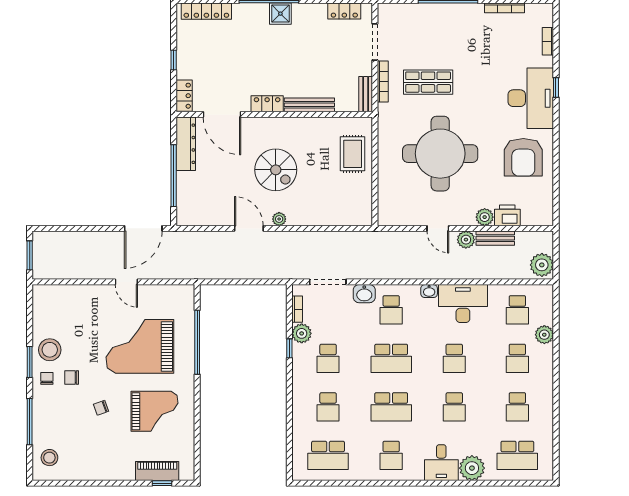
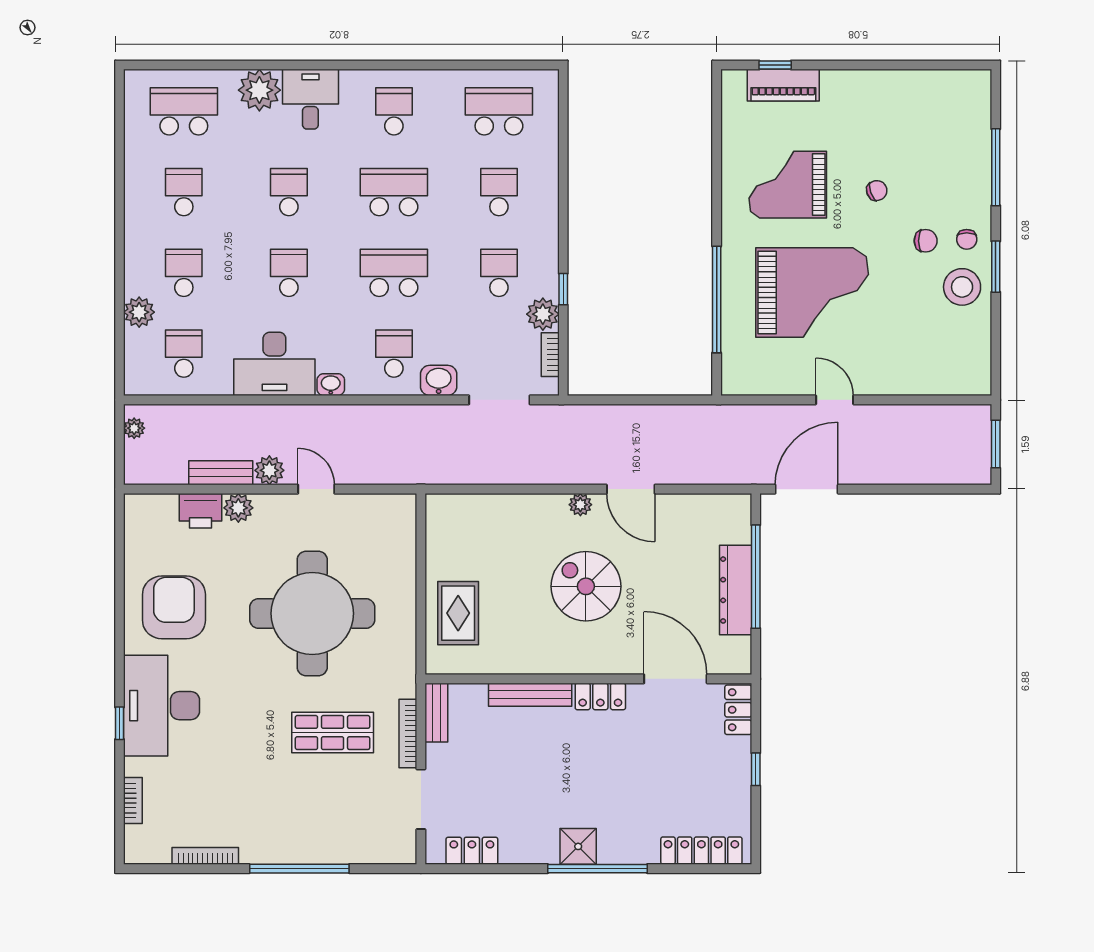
dresser: (186, 144) -> (736, 590), moved
plant: (542, 265) -> (134, 428), width x0.53, depth x0.53
stool: (49, 458) -> (963, 108), removed

